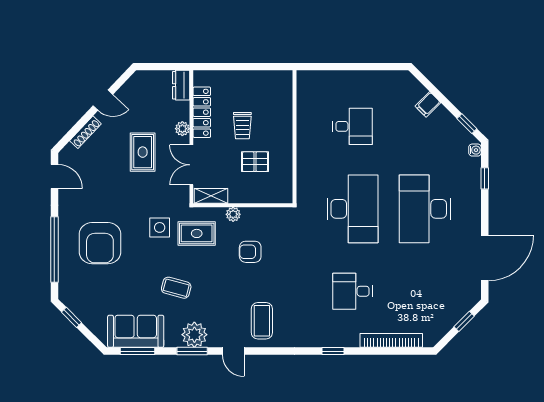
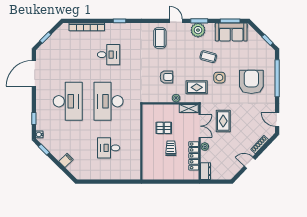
rug: (143, 152) -> (223, 121), moved
side table: (160, 227) -> (219, 78), moved

